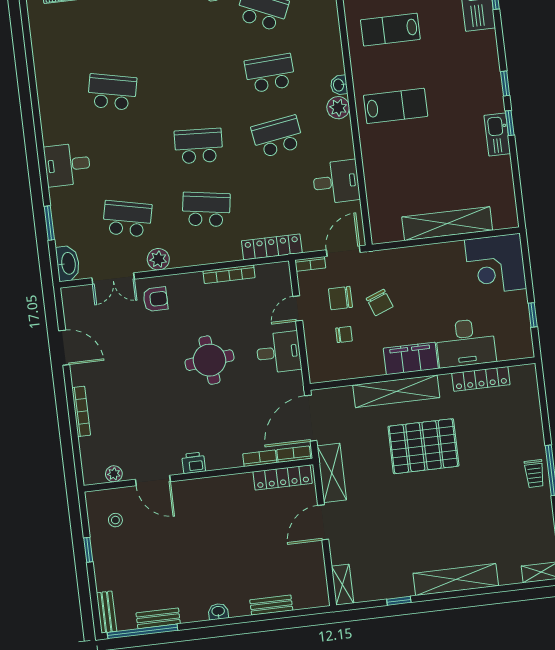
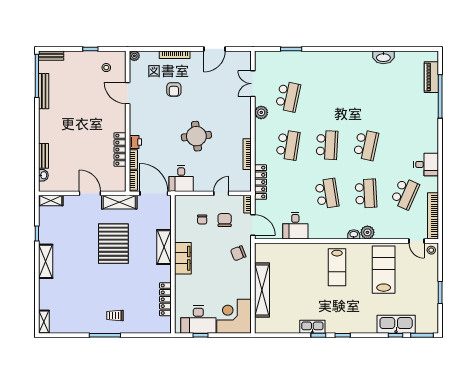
lab bench: (390, 30) -> (384, 270), width x1.36, depth x1.39
school desk: (112, 92) -> (366, 145), moved
plant: (338, 108) -> (367, 232), moved
desk: (67, 165) -> (325, 64), removed
washbasin: (68, 263) -> (383, 57), moved
armchair: (155, 299) -> (174, 89), moved
chair: (380, 303) -> (238, 253), moved
door: (298, 308) -> (221, 193), hinge flipped
desk: (466, 343) -> (198, 320), moved, turned -90
desk: (279, 352) -> (181, 179), moved
shelving: (396, 391) -> (164, 247), width x0.68
pallet: (423, 446) -> (113, 244), moved
printer: (194, 463) -> (135, 142), moved
plant: (114, 474) -> (134, 56), moved
trolley: (534, 474) -> (115, 315), moved
locker: (283, 478) -> (120, 150), moved
door: (153, 480) -> (128, 93), hinge flipped
shelving: (456, 580) -> (46, 261), width x0.68
washbasin: (218, 612) -> (43, 175), moved
bench: (158, 618) -> (44, 91), width x1.36

